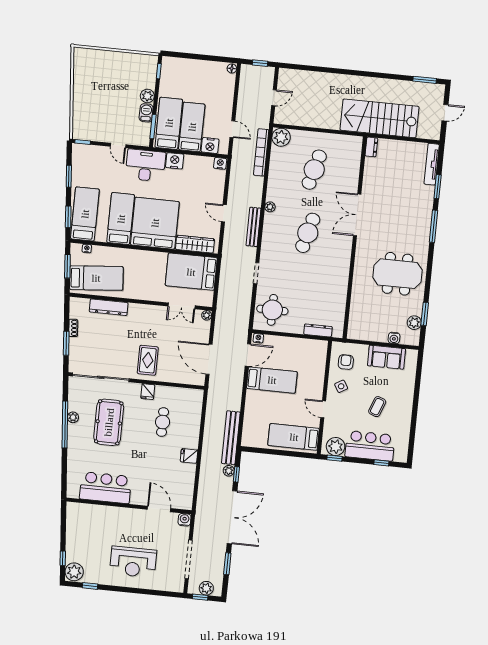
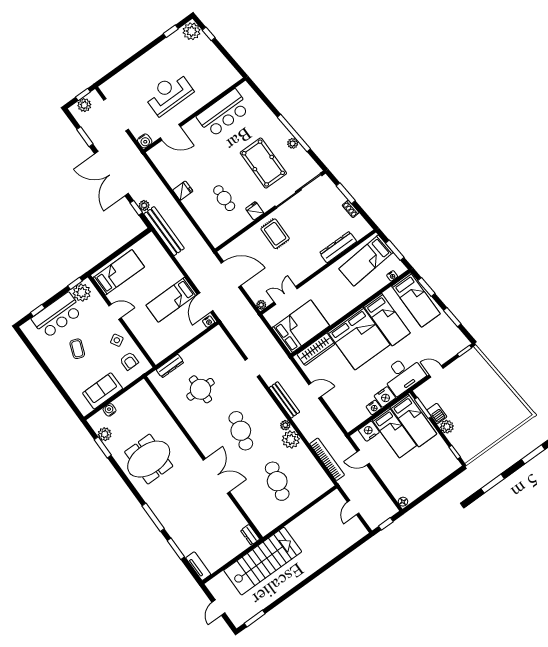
plant: (281, 137) -> (291, 440), moved
nightstand: (220, 163) -> (374, 407), moved
tv unit: (432, 164) -> (198, 566), width x0.71
round table: (272, 310) -> (200, 389), moved
reception desk: (133, 562) -> (169, 94), moved

